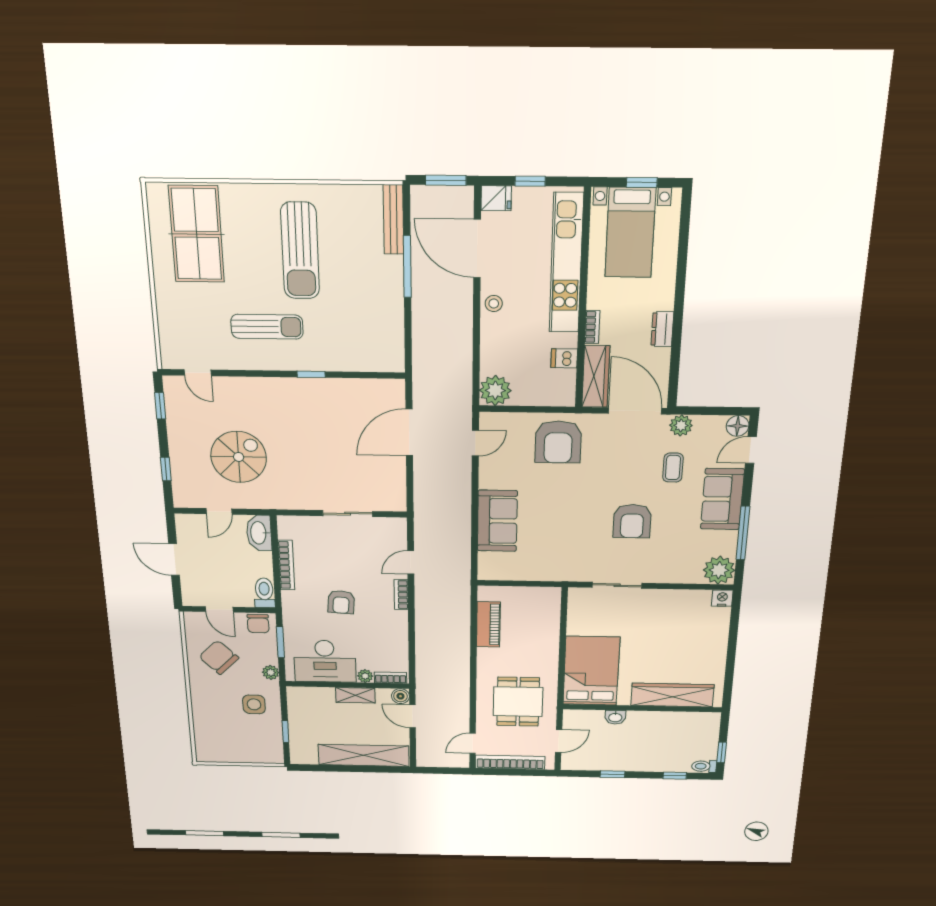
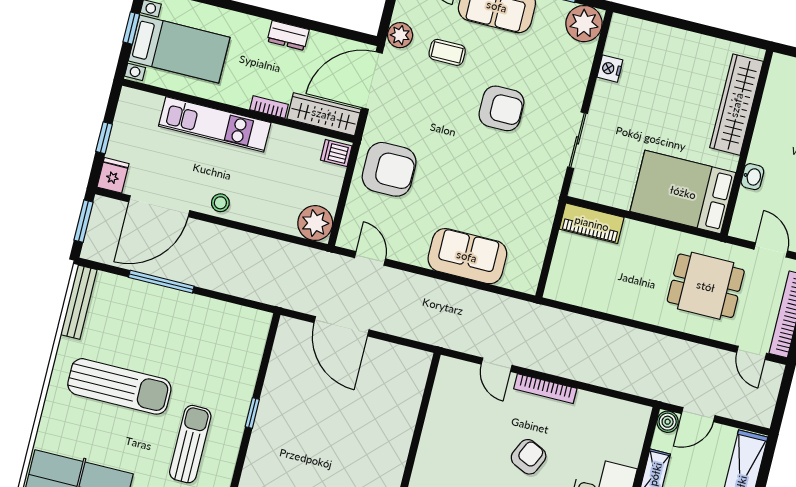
bench: (393, 220) -> (79, 302), moved, turned 90
kitchen unit: (566, 263) -> (215, 124), width x0.73
dishwasher: (564, 358) -> (336, 153), moved, turned 90
sliding door: (348, 514) -> (421, 419), removed
bookcase: (401, 595) -> (545, 389), width x1.56
nightstand: (722, 598) -> (610, 69), moved
armchair: (341, 602) -> (529, 457), turned -69
piano: (488, 624) -> (592, 223), moved, turned 180
plant: (365, 676) -> (631, 456), removed
bookcase: (391, 678) -> (640, 427), removed

